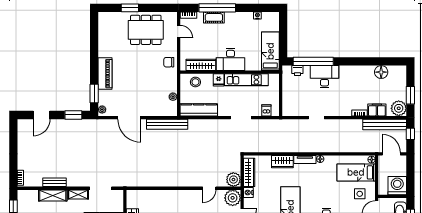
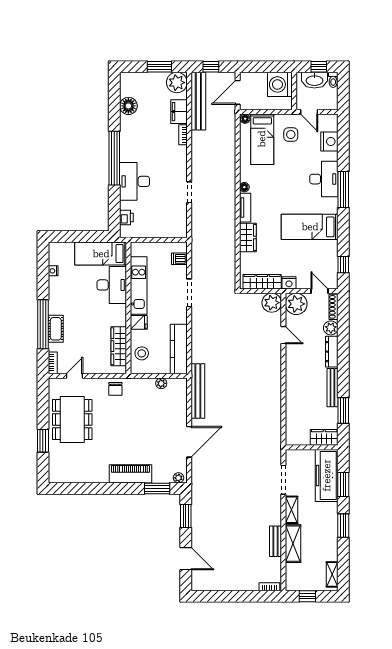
desk: (230, 60) -> (112, 285), moved
window: (313, 61) -> (114, 158), moved

